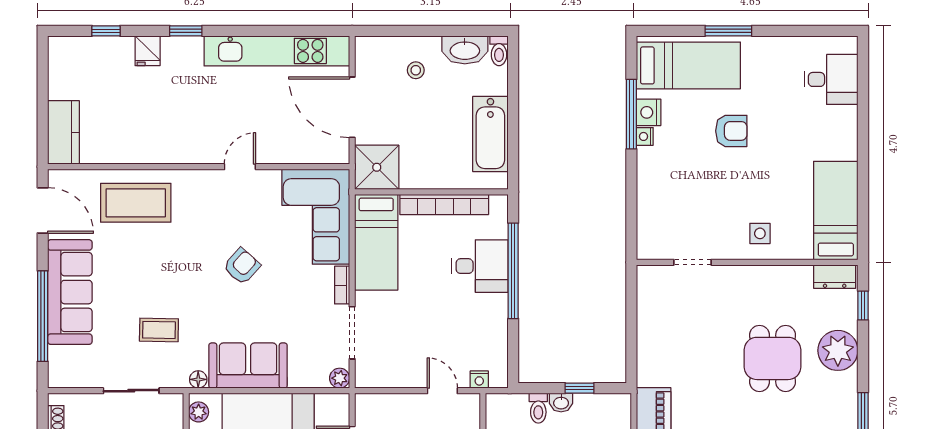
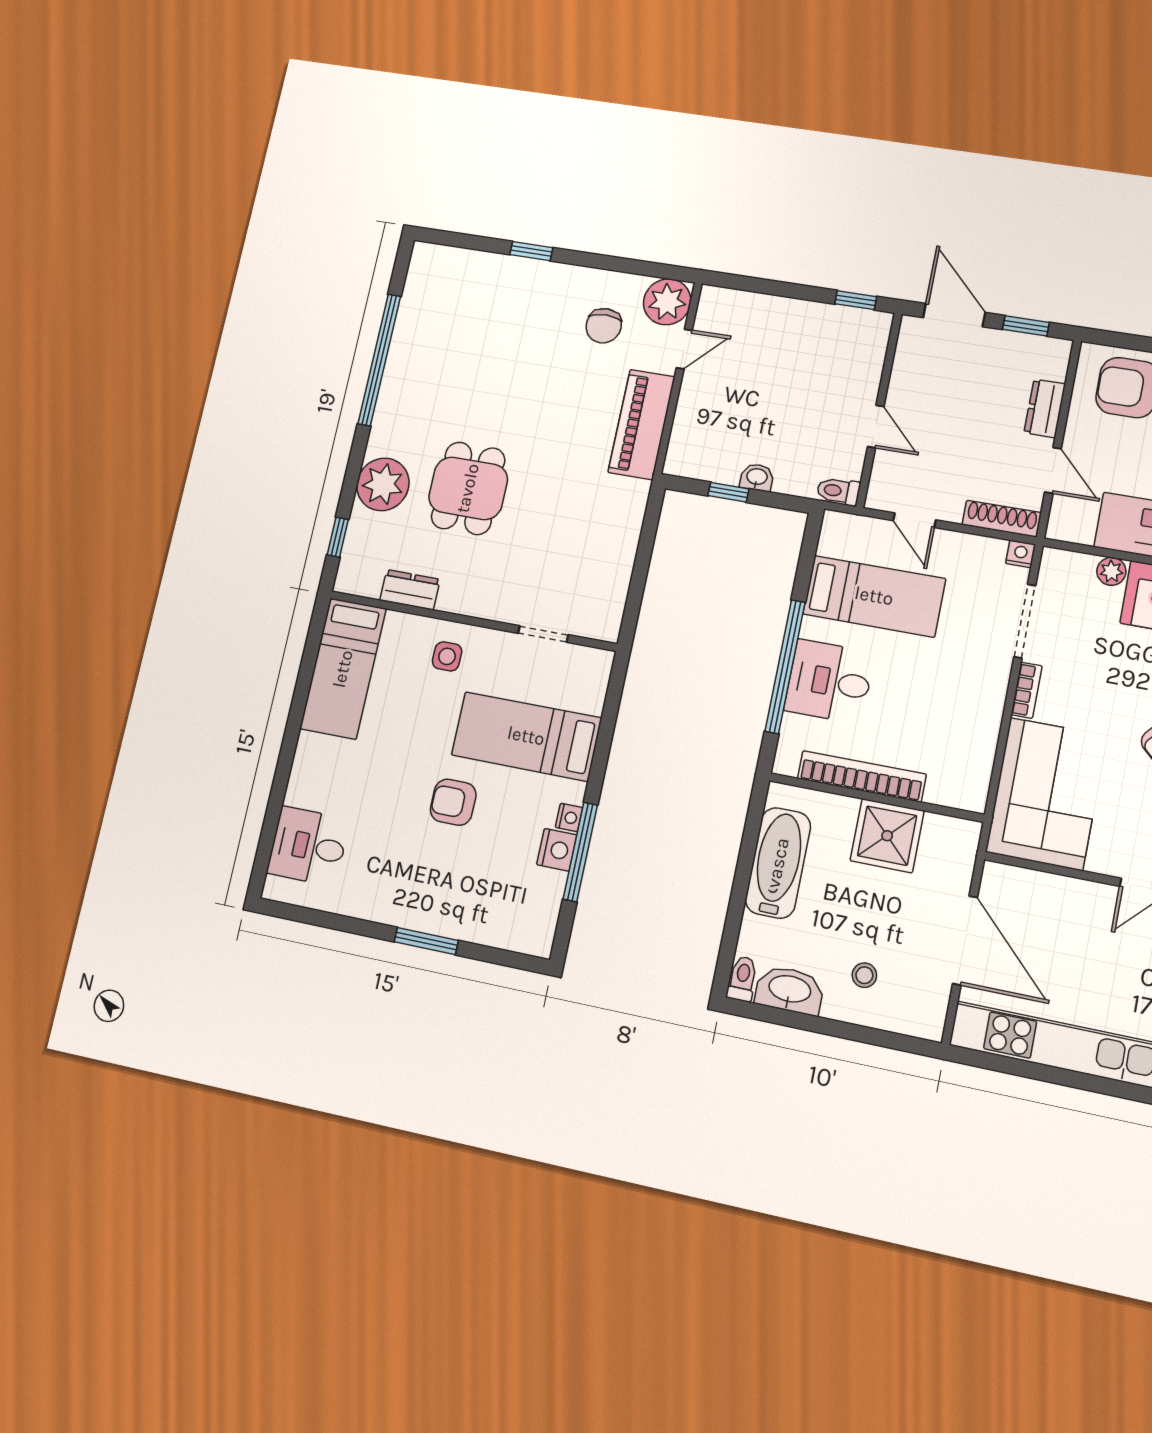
bed: (688, 65) -> (526, 736), moved
shower: (377, 167) -> (887, 836), moved
bed: (376, 242) -> (874, 596), moved, turned 90
dresser: (835, 277) -> (410, 590), moved
plant: (340, 378) -> (1111, 571), moved
nightstand: (479, 380) -> (1021, 554), moved
shoe rack: (381, 402) -> (1002, 519), added
toilet: (538, 408) -> (838, 491), moved, turned -90

